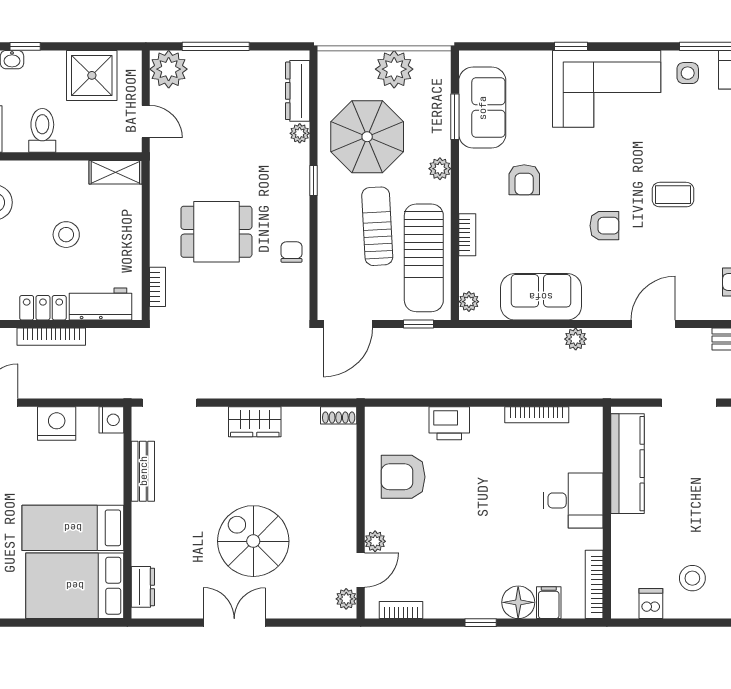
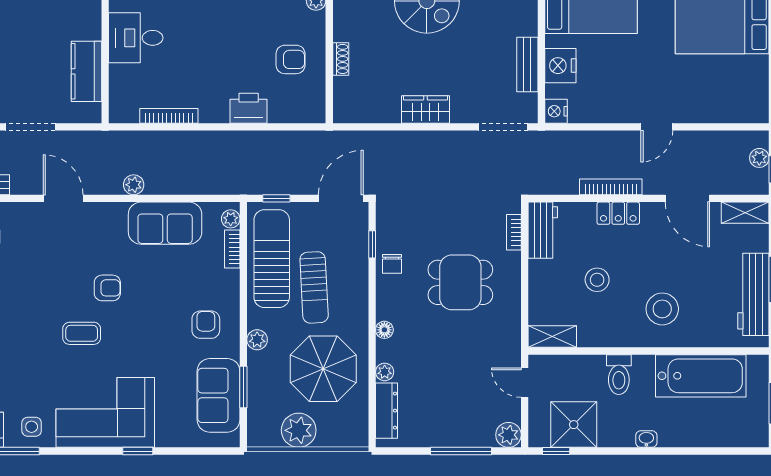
window: (25, 46) -> (556, 451), moved
plant: (169, 69) -> (508, 435), width x0.73, depth x0.73
floor lamp: (300, 180) -> (384, 330), added
armchair: (524, 180) -> (206, 325), moved
window: (313, 181) -> (372, 244), moved
coffee table: (673, 195) -> (82, 333), moved
armchair: (604, 226) -> (107, 288), turned 180
bookcase: (467, 235) -> (232, 249), moved
workbench: (100, 304) -> (543, 230), moved, turned -90
door: (653, 324) -> (63, 198), swing flipped
shoe rack: (339, 415) -> (341, 59), moved, turned 90
nightstand: (57, 424) -> (560, 66), moved, turned 90
kitchen counter: (627, 464) -> (86, 71), width x0.67
armchair: (403, 477) -> (291, 59), width x0.72, depth x0.72

